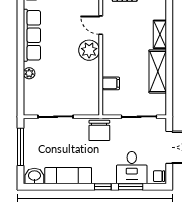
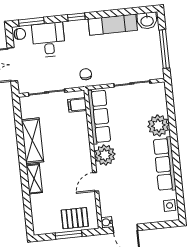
door: (101, 25) -> (96, 182), swing flipped
plant: (29, 73) -> (158, 126), width x1.88, depth x1.88
filing cabinet: (111, 83) -> (77, 105), moved
row of seats: (91, 88) -> (99, 117), added
chair: (99, 130) -> (86, 74), width x0.54, depth x0.54
window: (131, 187) -> (31, 22), moved

